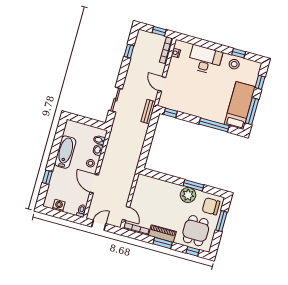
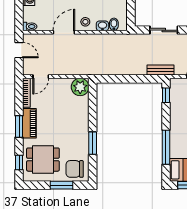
plant: (188, 195) -> (80, 87), moved
chair: (211, 206) -> (75, 169), turned -90

